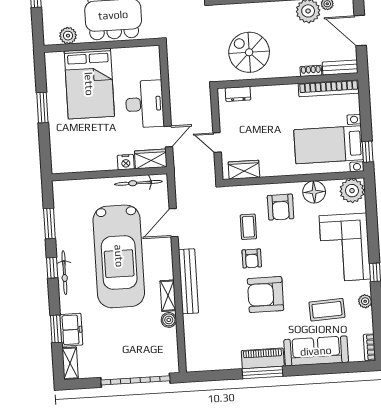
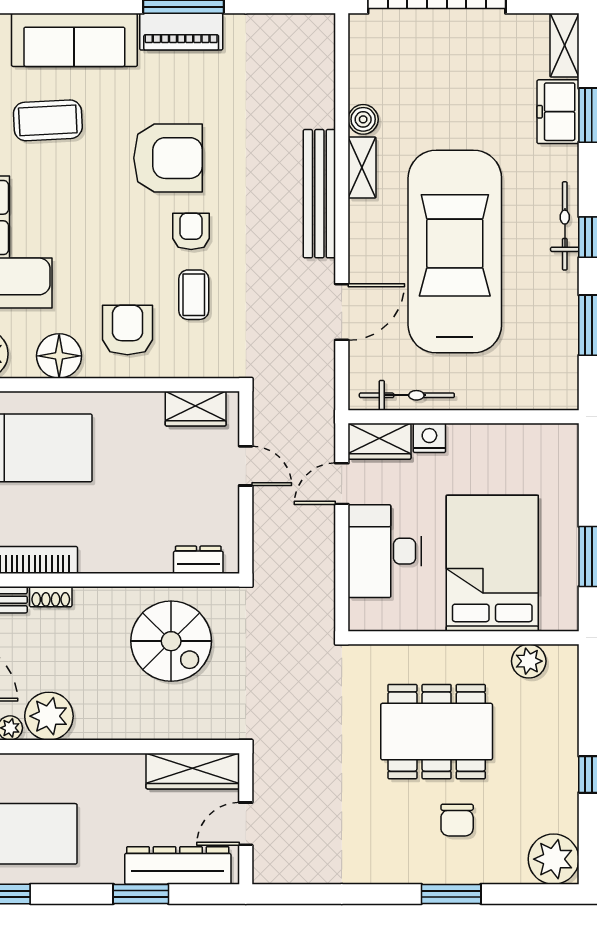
plant: (68, 36) -> (529, 661), moved
wall: (101, 45) -> (463, 638), moved
bed: (89, 84) -> (492, 563), moved

